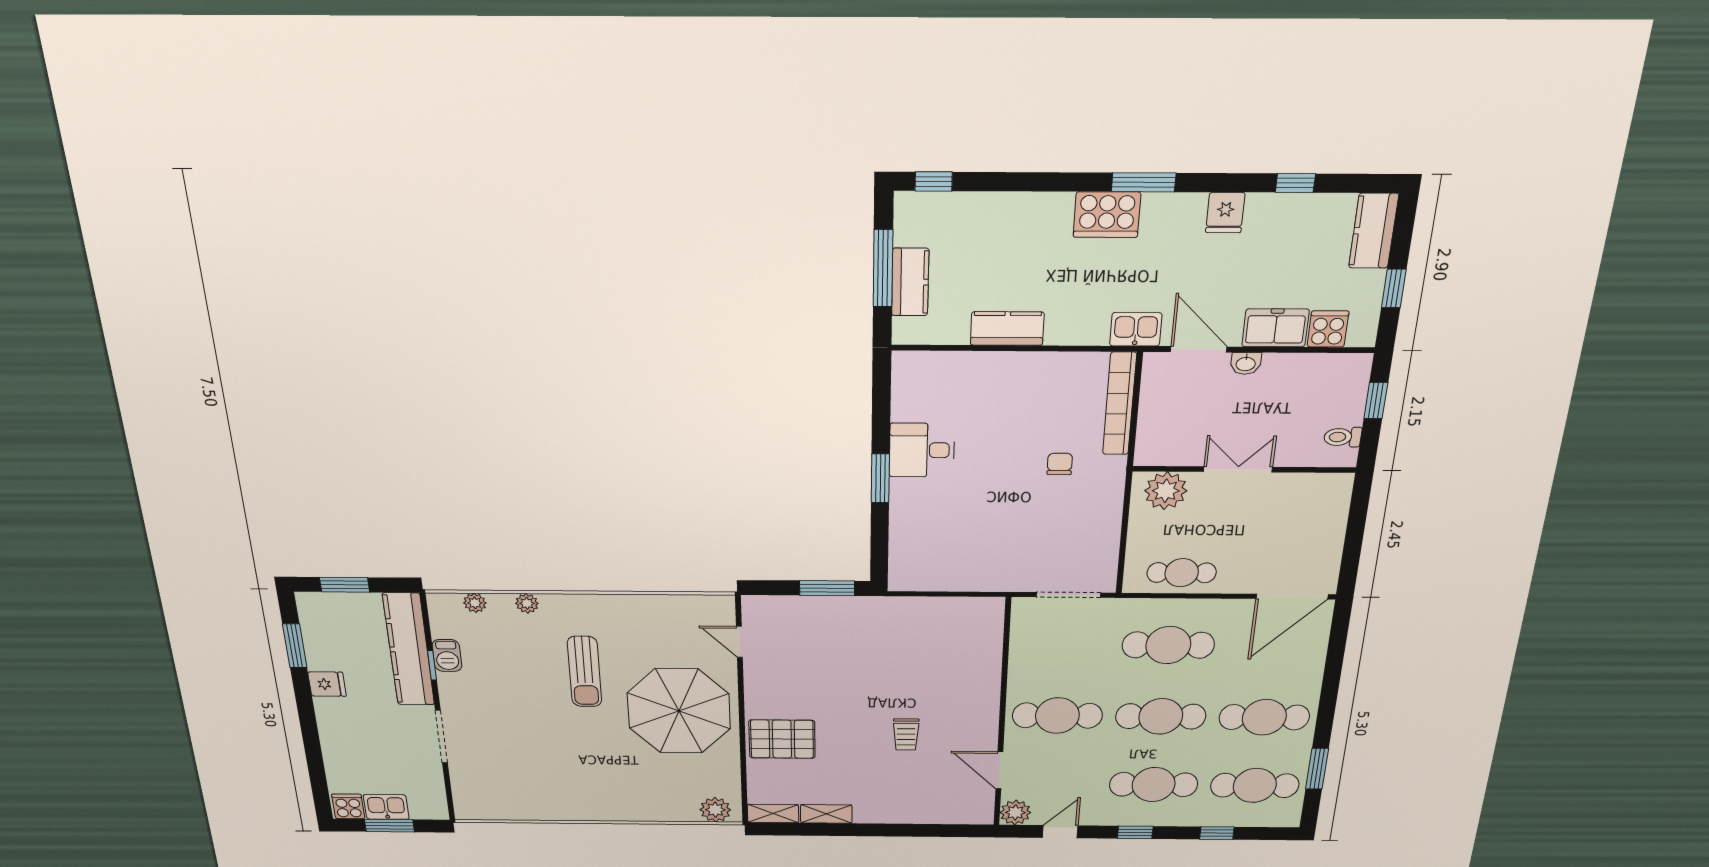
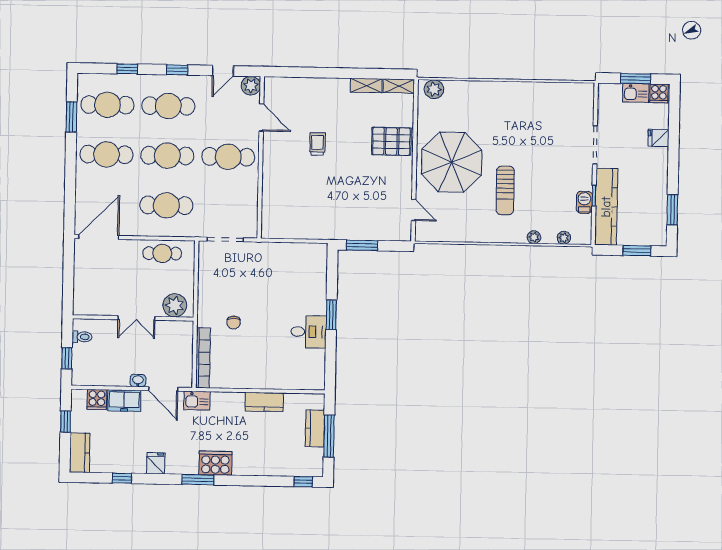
sun lounger: (585, 672) -> (505, 190), turned 180
fridge: (327, 684) -> (659, 138), moved

